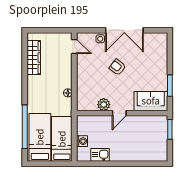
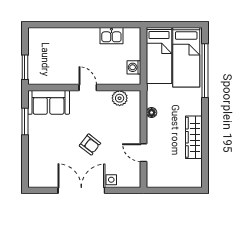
door: (74, 46) -> (144, 153), moved
wardrobe: (34, 58) -> (194, 137), moved
plant: (104, 105) -> (120, 98), moved
door: (119, 113) -> (88, 87), hinge flipped
washing machine: (82, 141) -> (134, 67), moved

